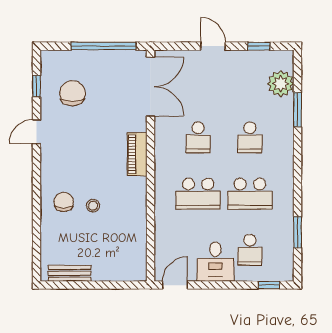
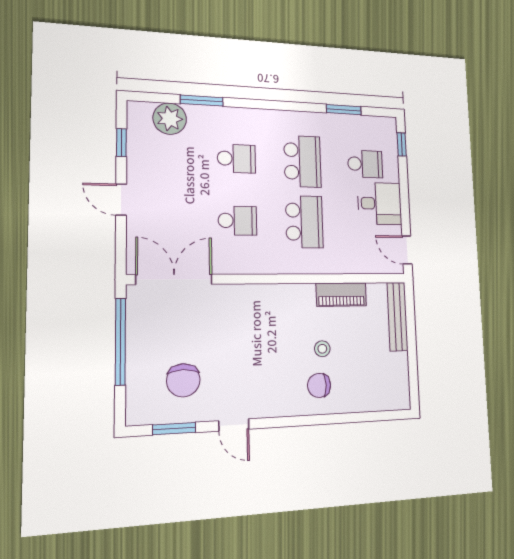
door: (213, 46) -> (121, 200), hinge flipped
window: (37, 86) -> (174, 429), width x1.50
chair: (72, 93) -> (183, 380), turned -90
piano: (137, 154) -> (341, 295), moved
bench: (70, 273) -> (397, 317), moved, width x1.36

